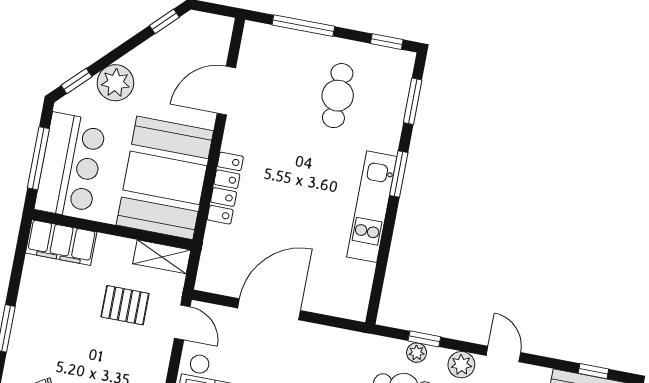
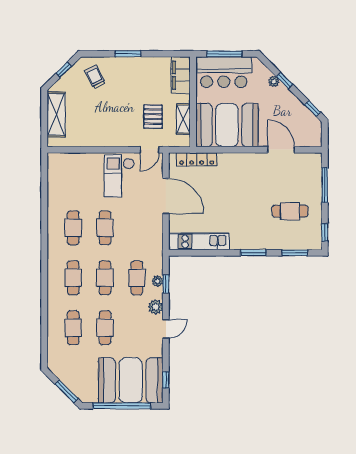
window: (77, 81) -> (284, 80), moved
plant: (115, 83) -> (274, 81), width x0.53, depth x0.53
locker: (225, 188) -> (197, 159), moved
kitchen unit: (372, 207) -> (199, 241), moved
shelving: (162, 257) -> (183, 119), moved

